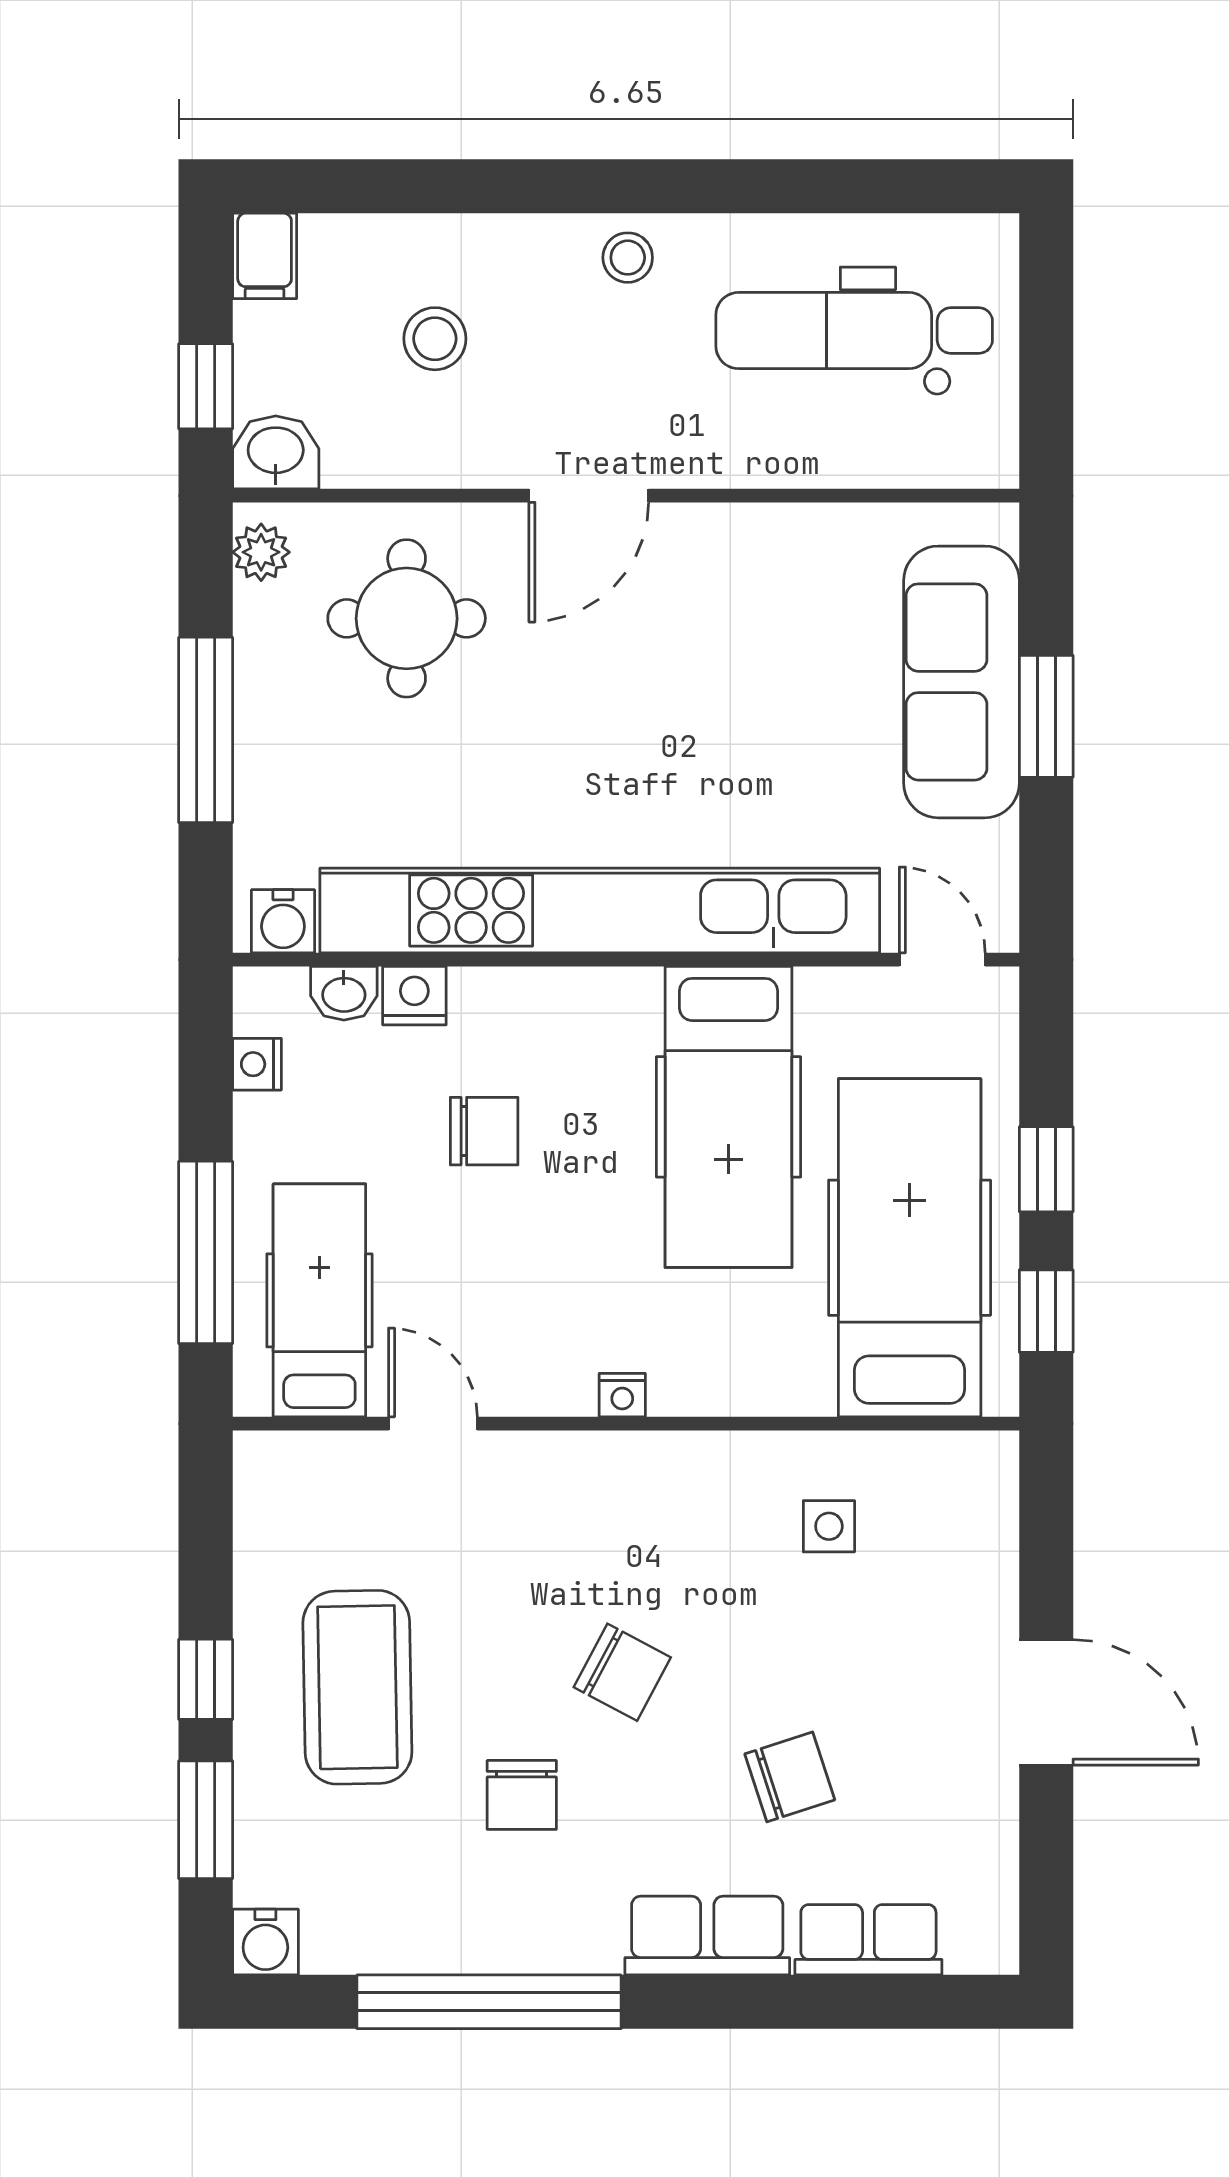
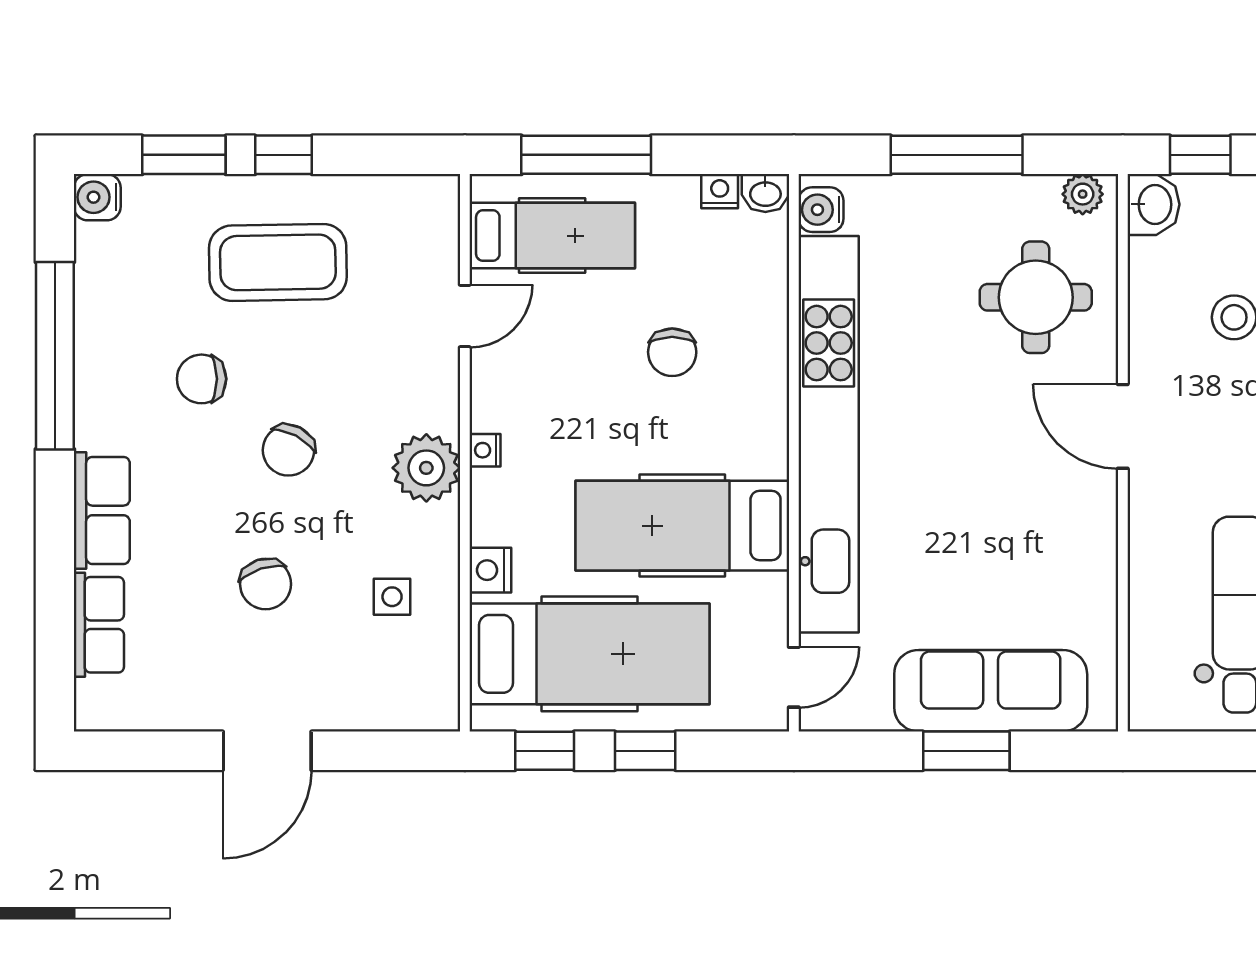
washbasin: (344, 993) -> (765, 193), moved, turned -90
nightstand: (414, 996) -> (490, 570), moved, turned 180
plant: (647, 1478) -> (426, 468), added
chair: (790, 1777) -> (266, 584), moved

